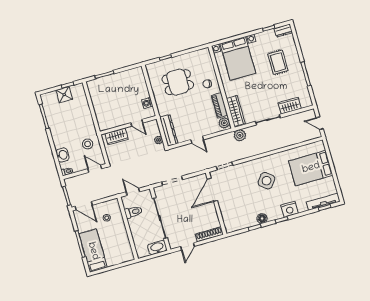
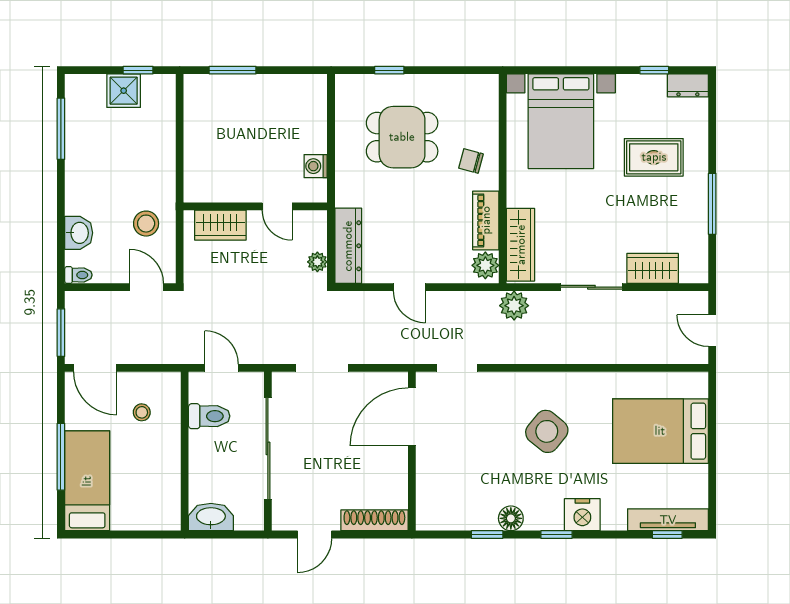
rug: (278, 62) -> (654, 157), turned 90
washbasin: (157, 248) -> (211, 517), moved

